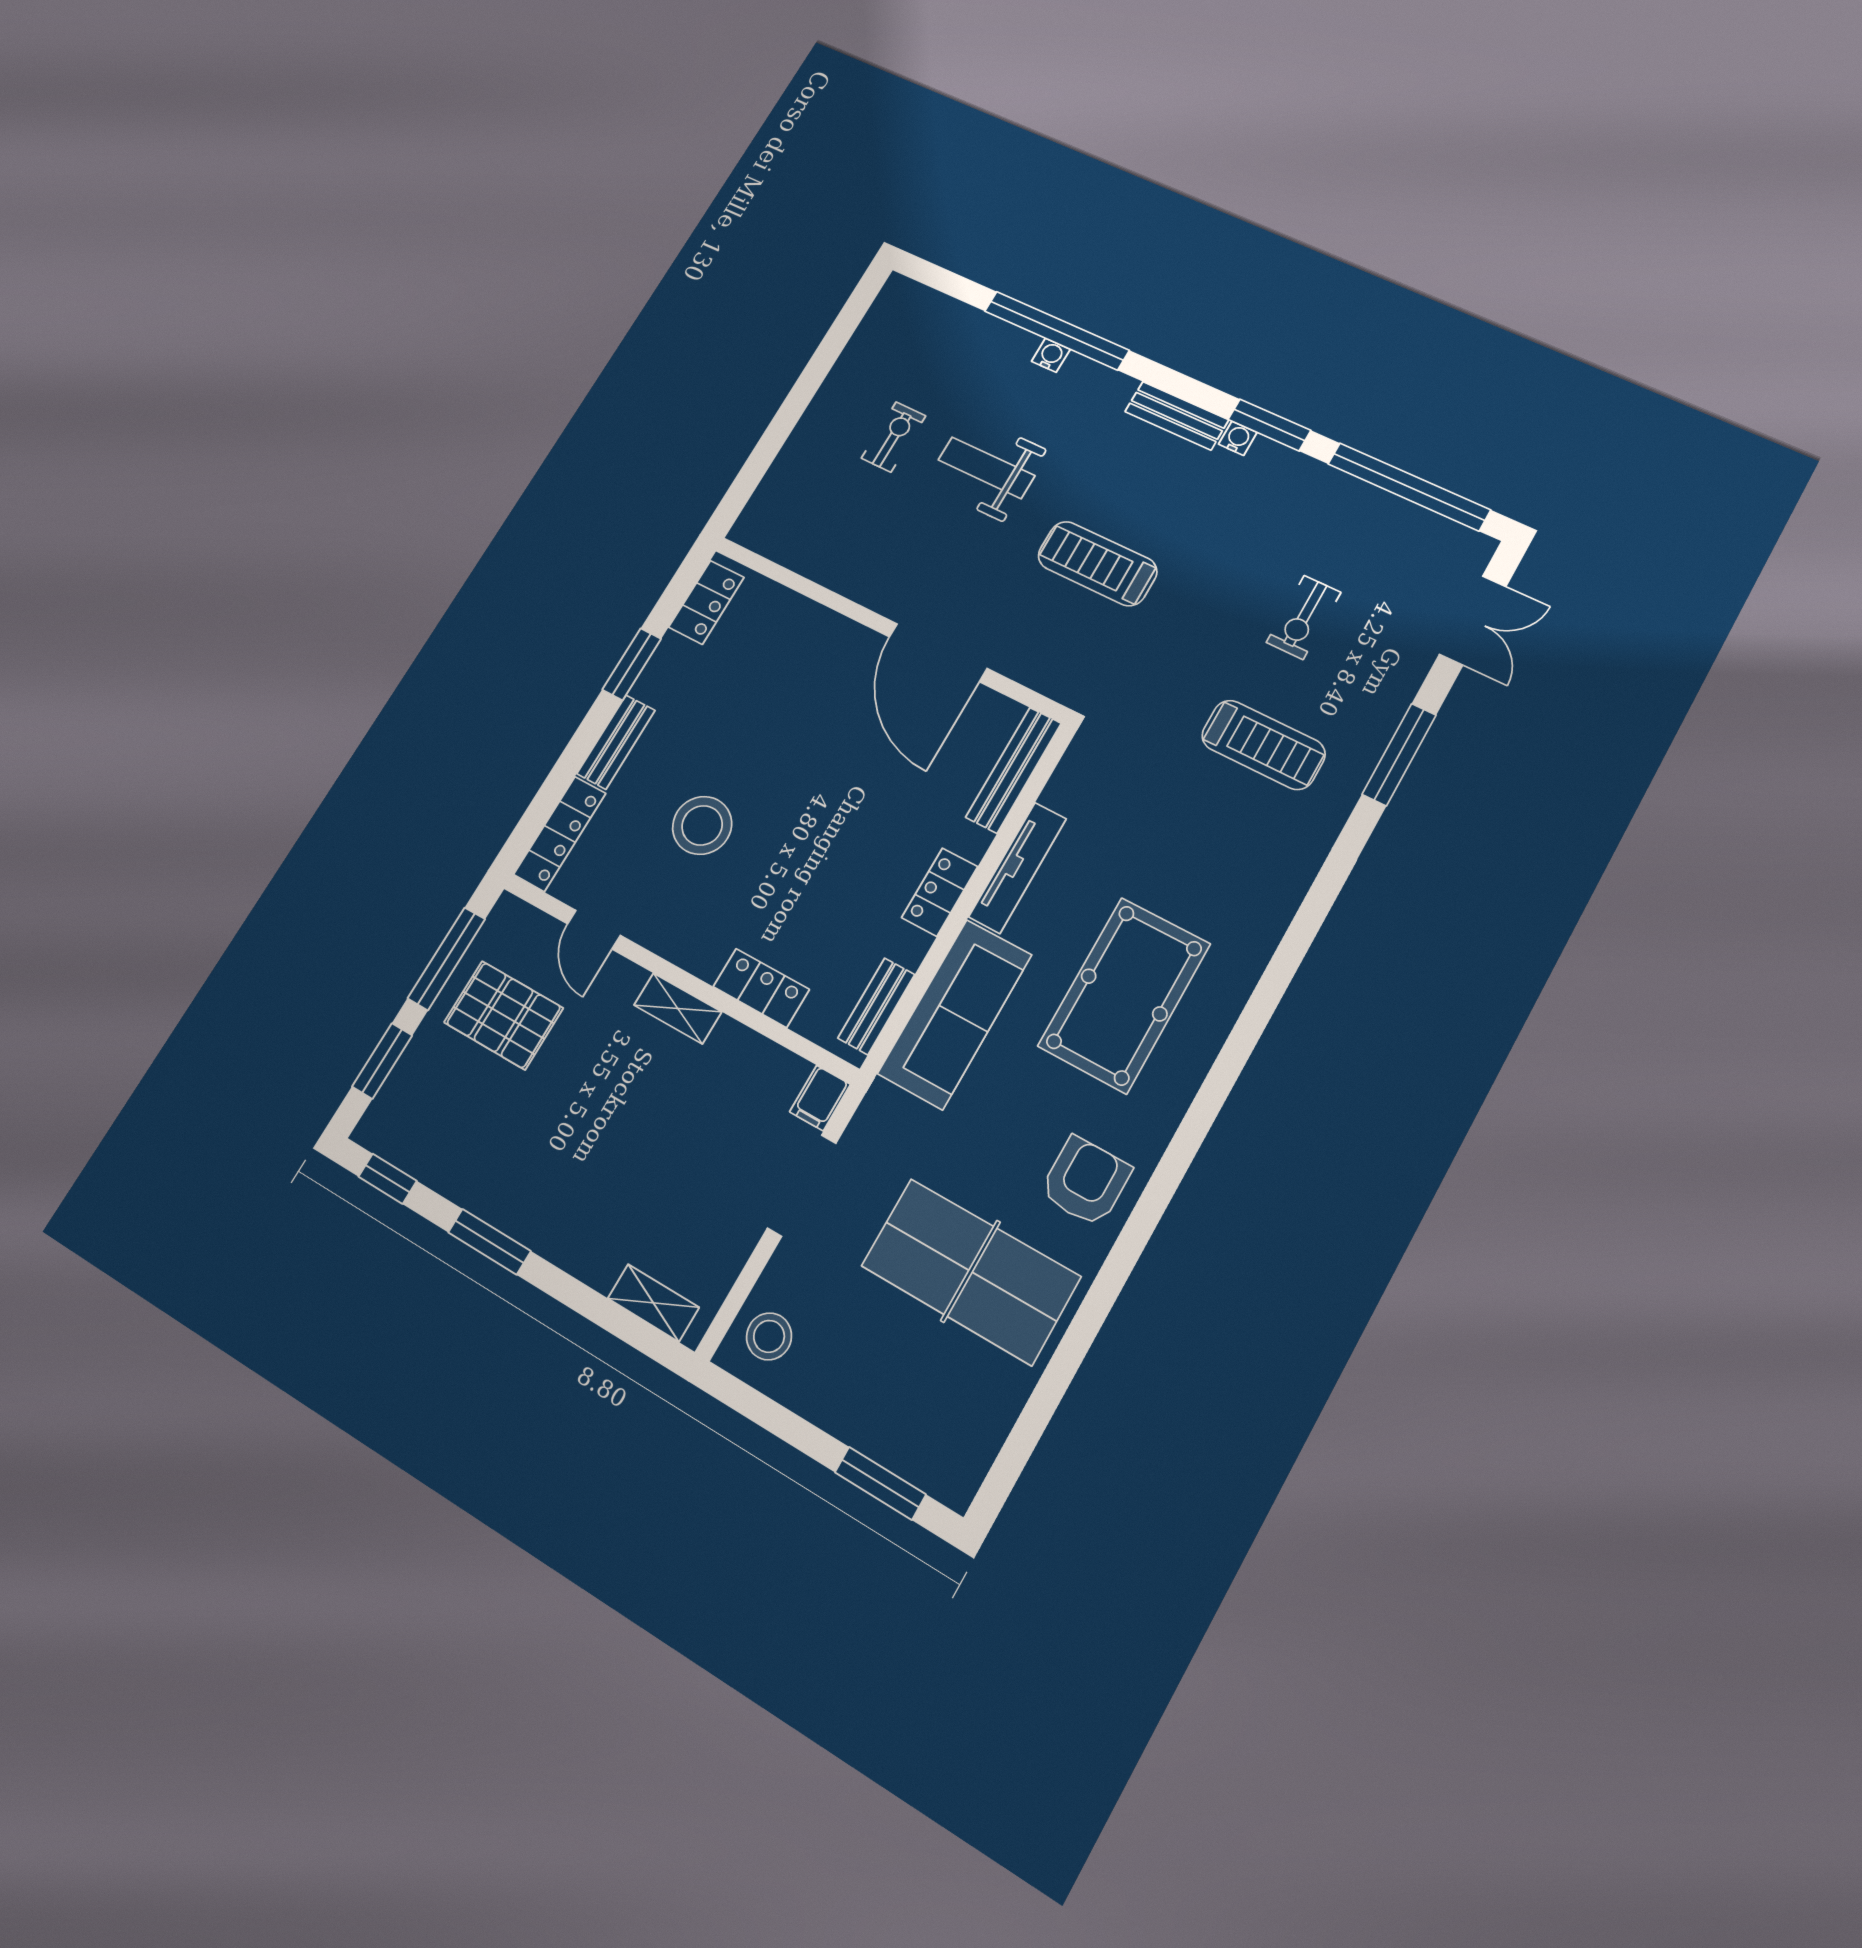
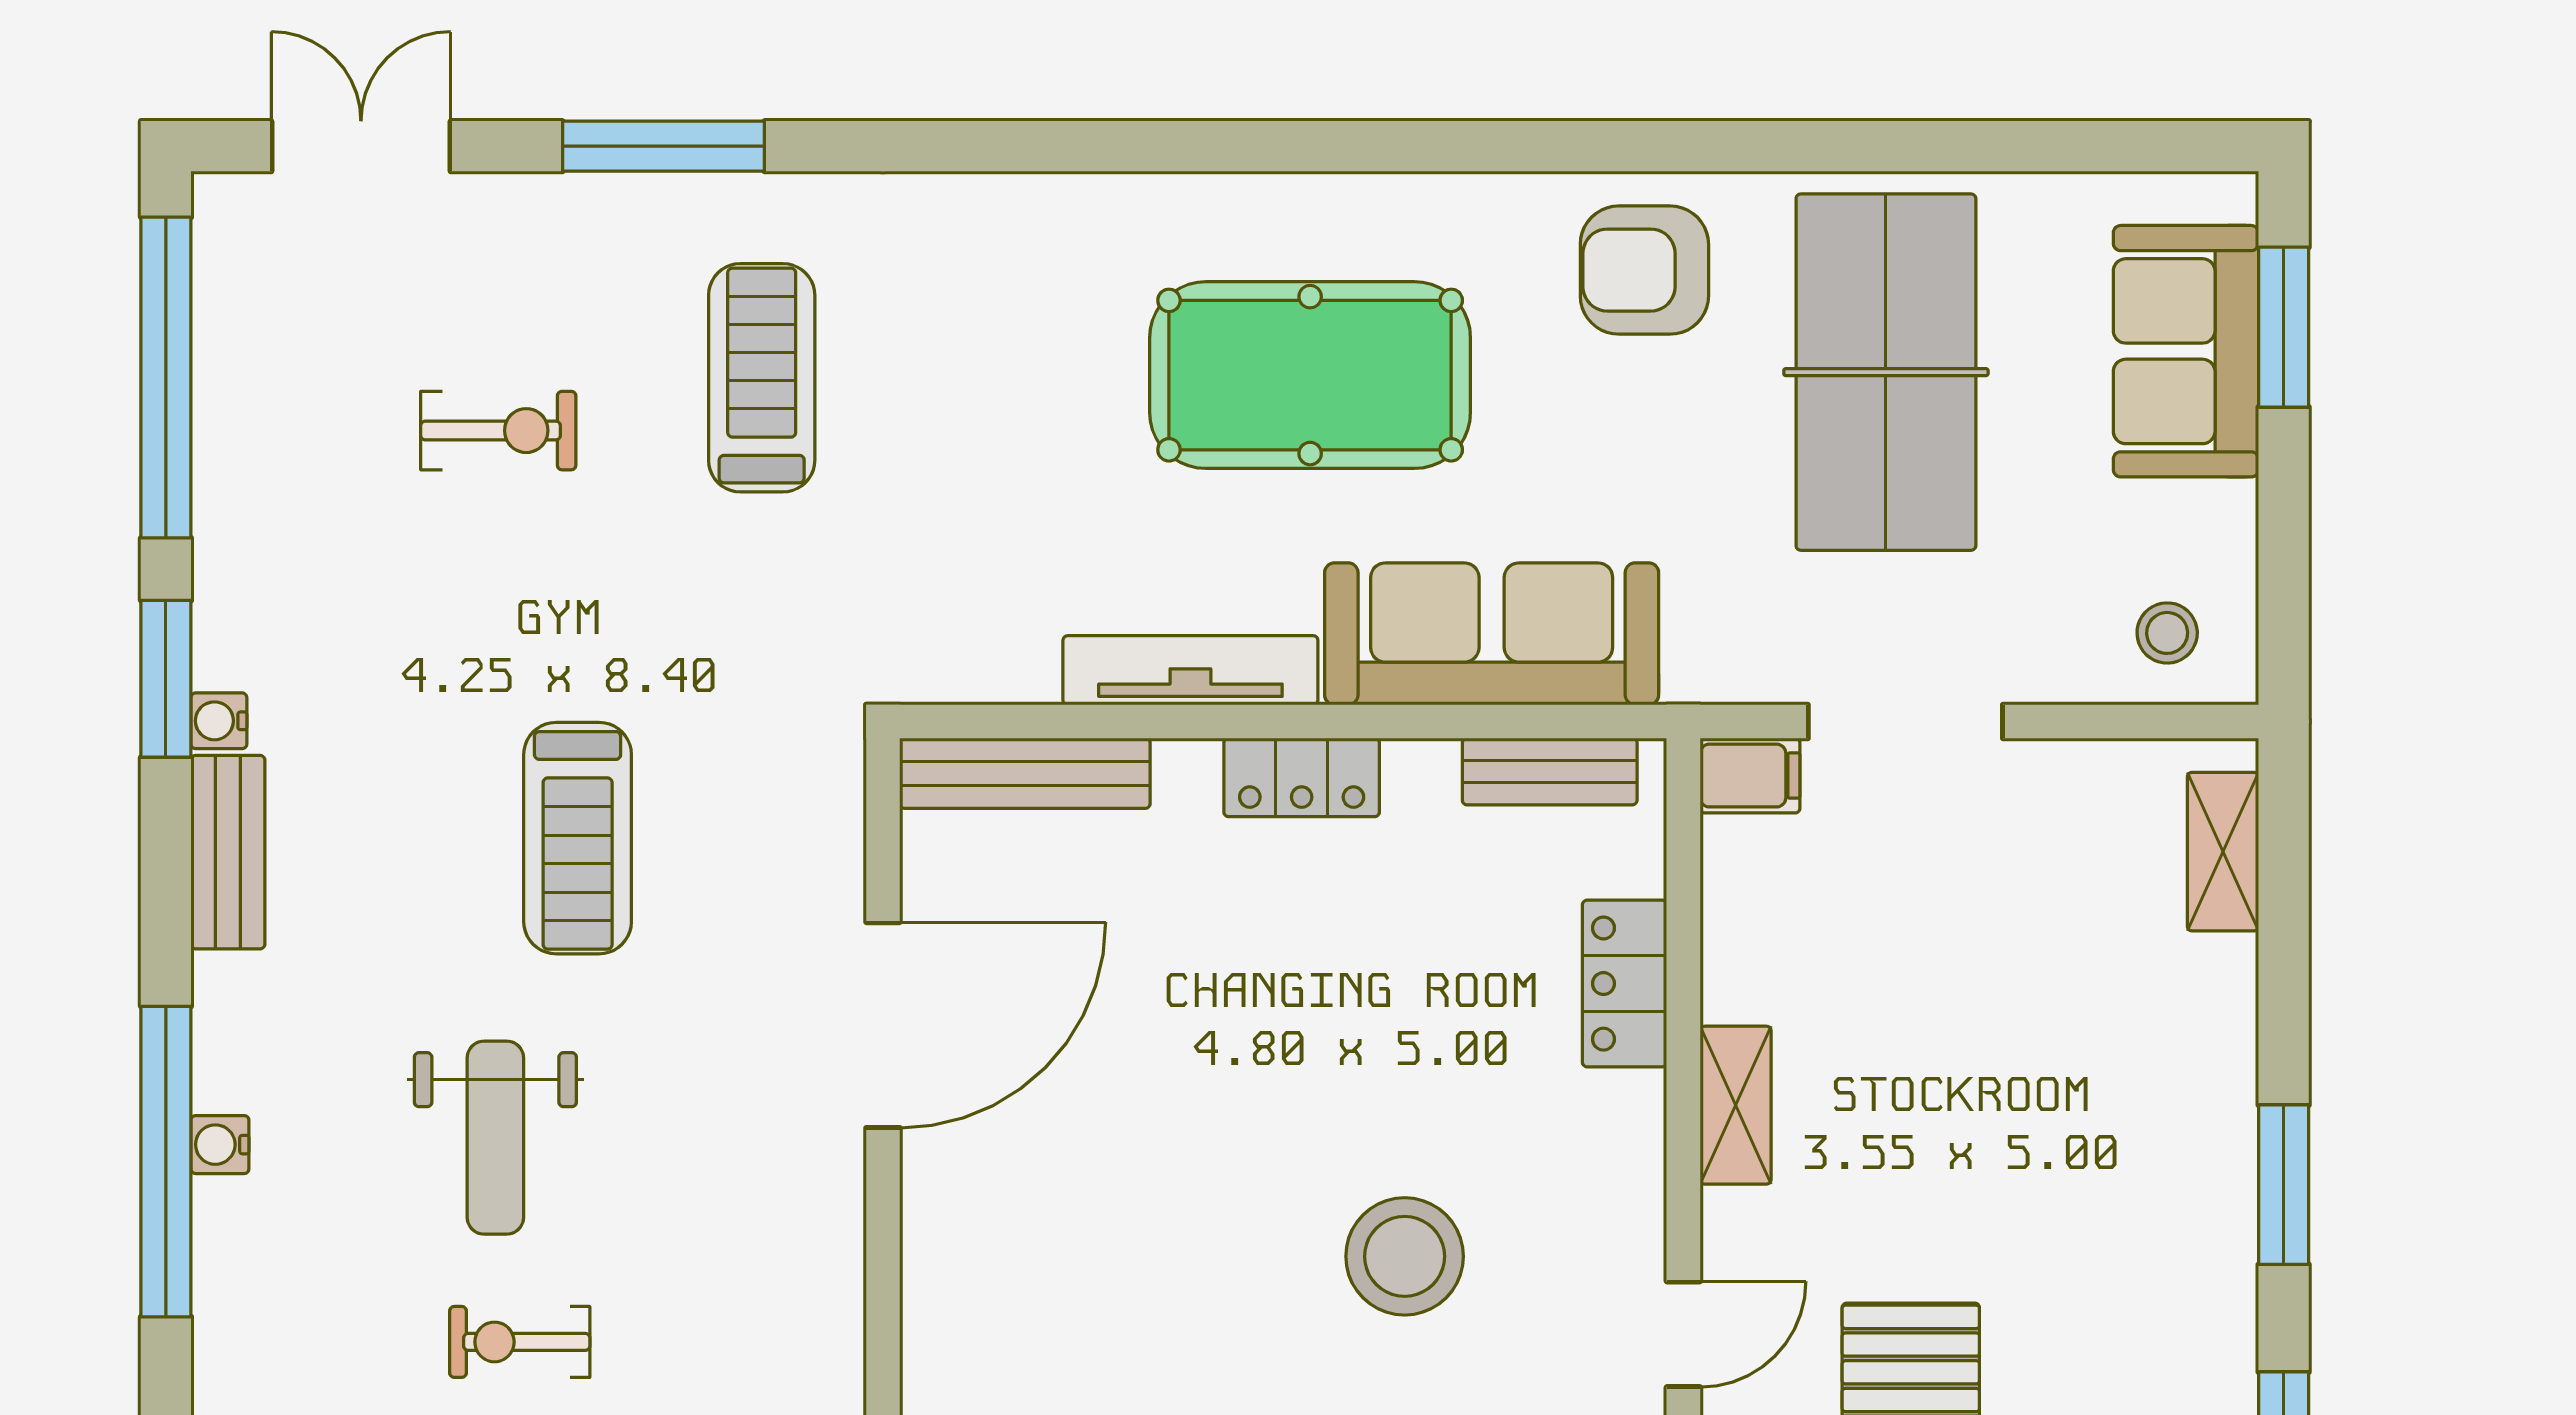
stool: (769, 1336) -> (2167, 633), width x0.73, depth x0.73
sofa: (897, 1427) -> (2186, 351), added

